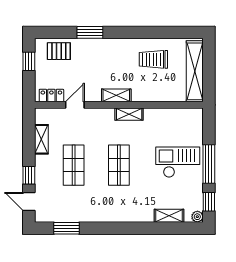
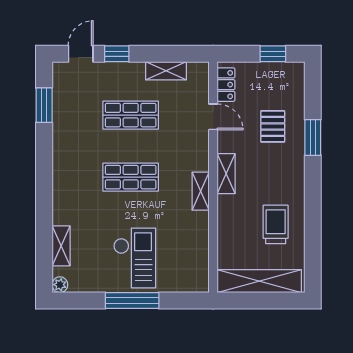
pallet: (59, 51) -> (273, 126), moved
window: (209, 202) -> (80, 301), removed

